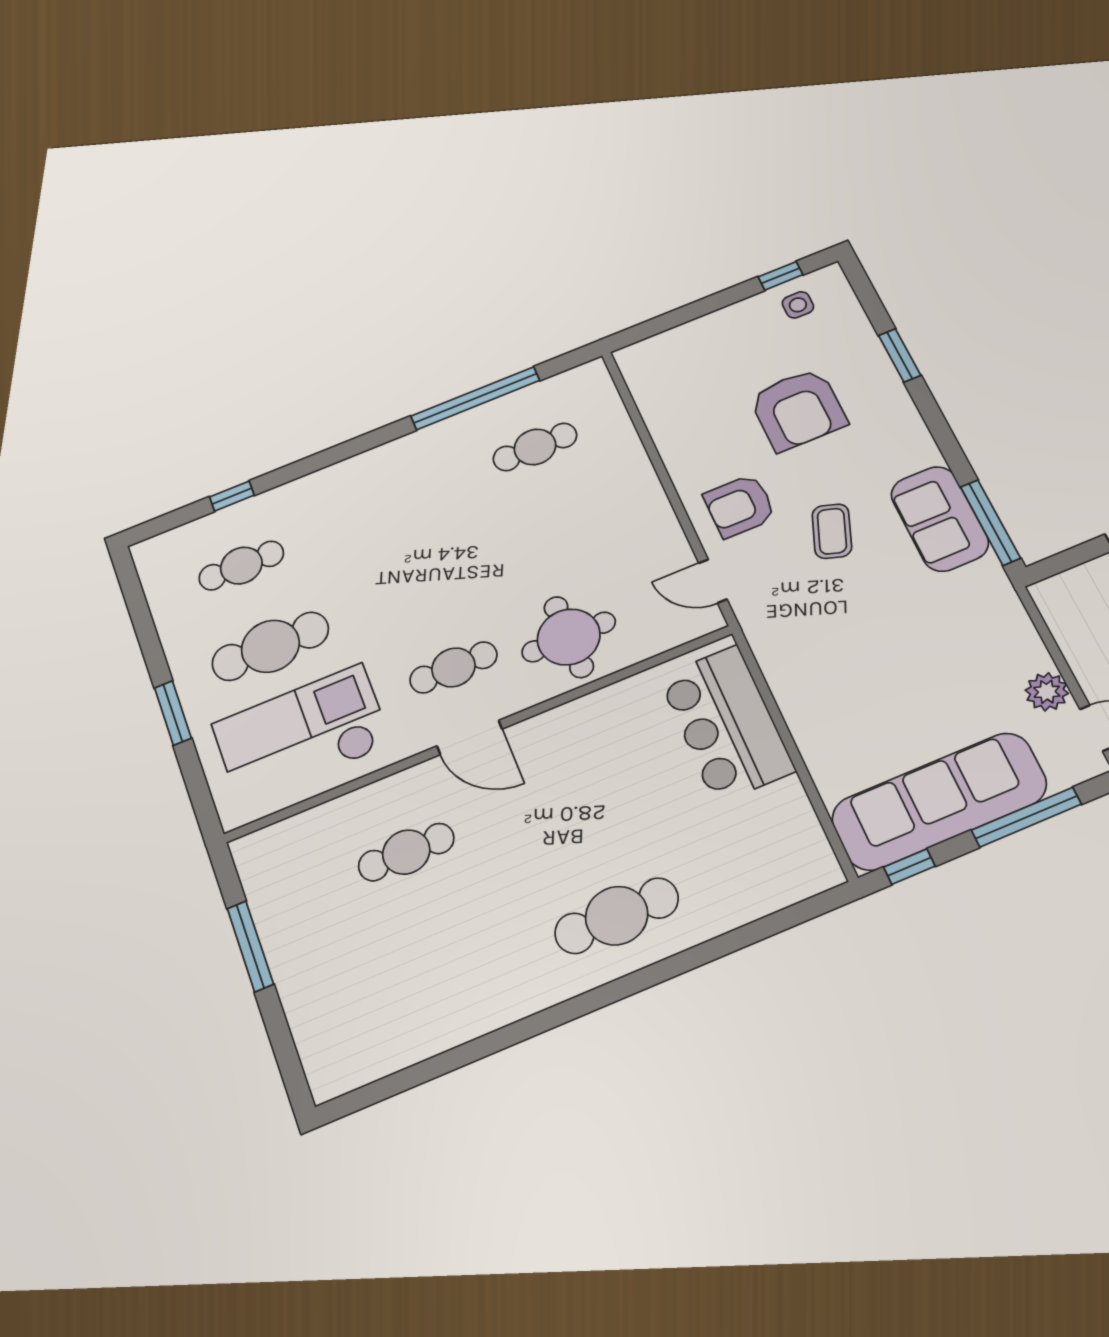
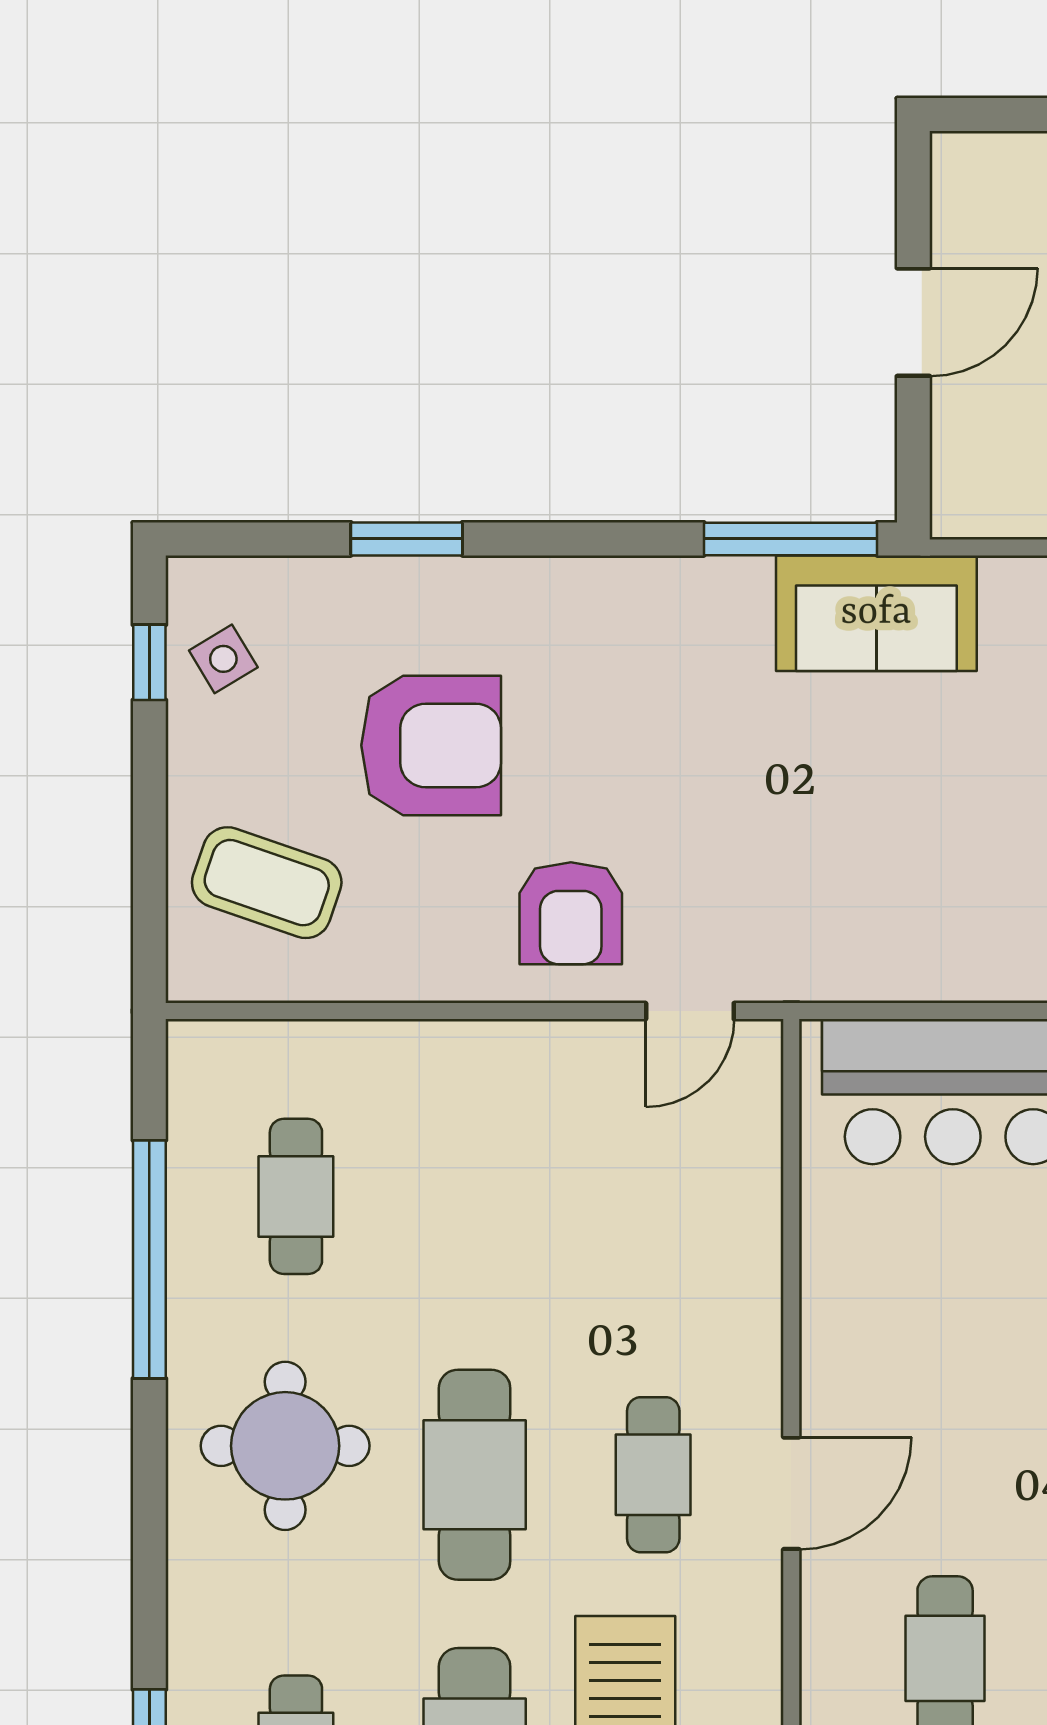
side table: (798, 305) -> (223, 659), turned -31
sofa: (940, 519) -> (876, 613), moved
coffee table: (832, 531) -> (267, 883), moved, width x1.36, depth x1.30
cafe table: (421, 585) -> (475, 1475), added
round table: (569, 637) -> (285, 1446), moved

